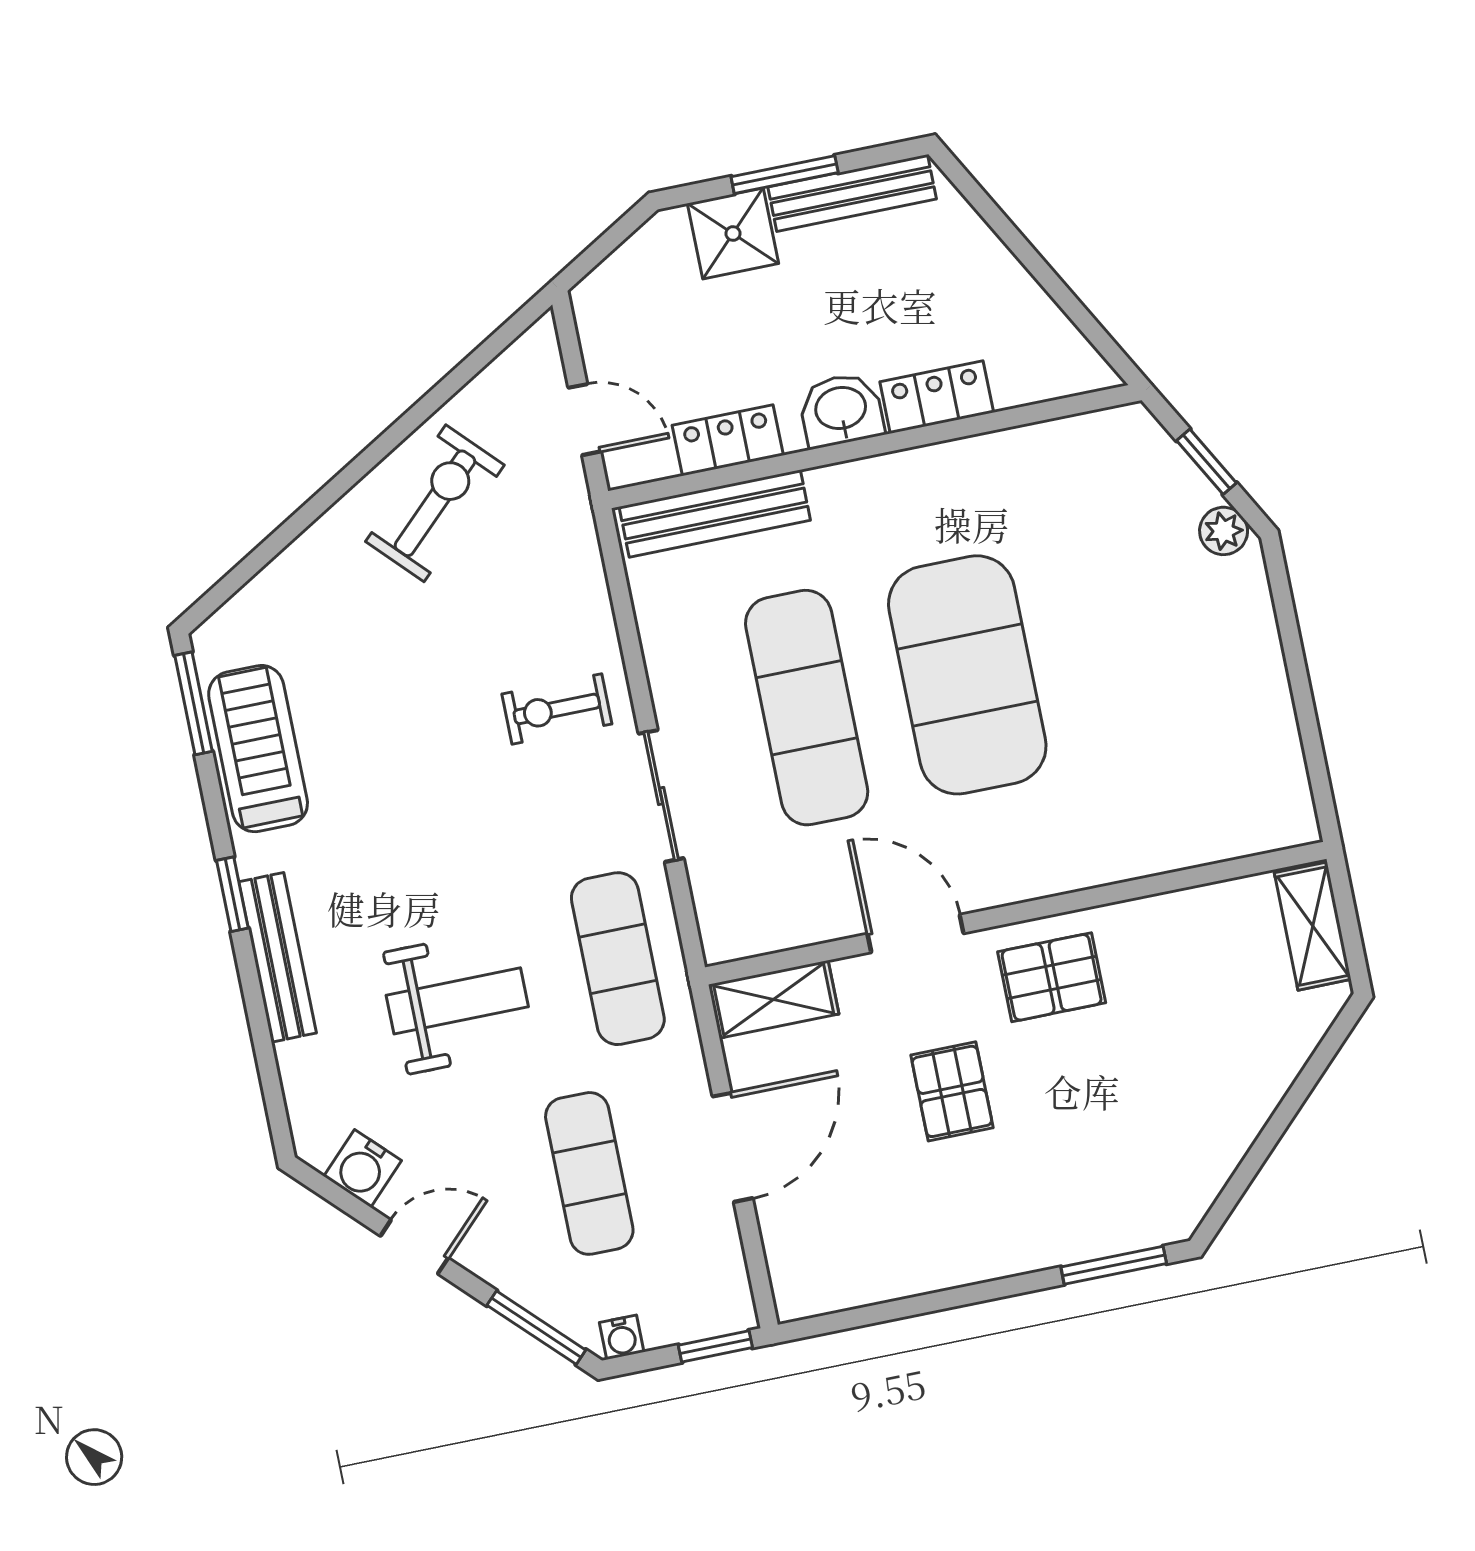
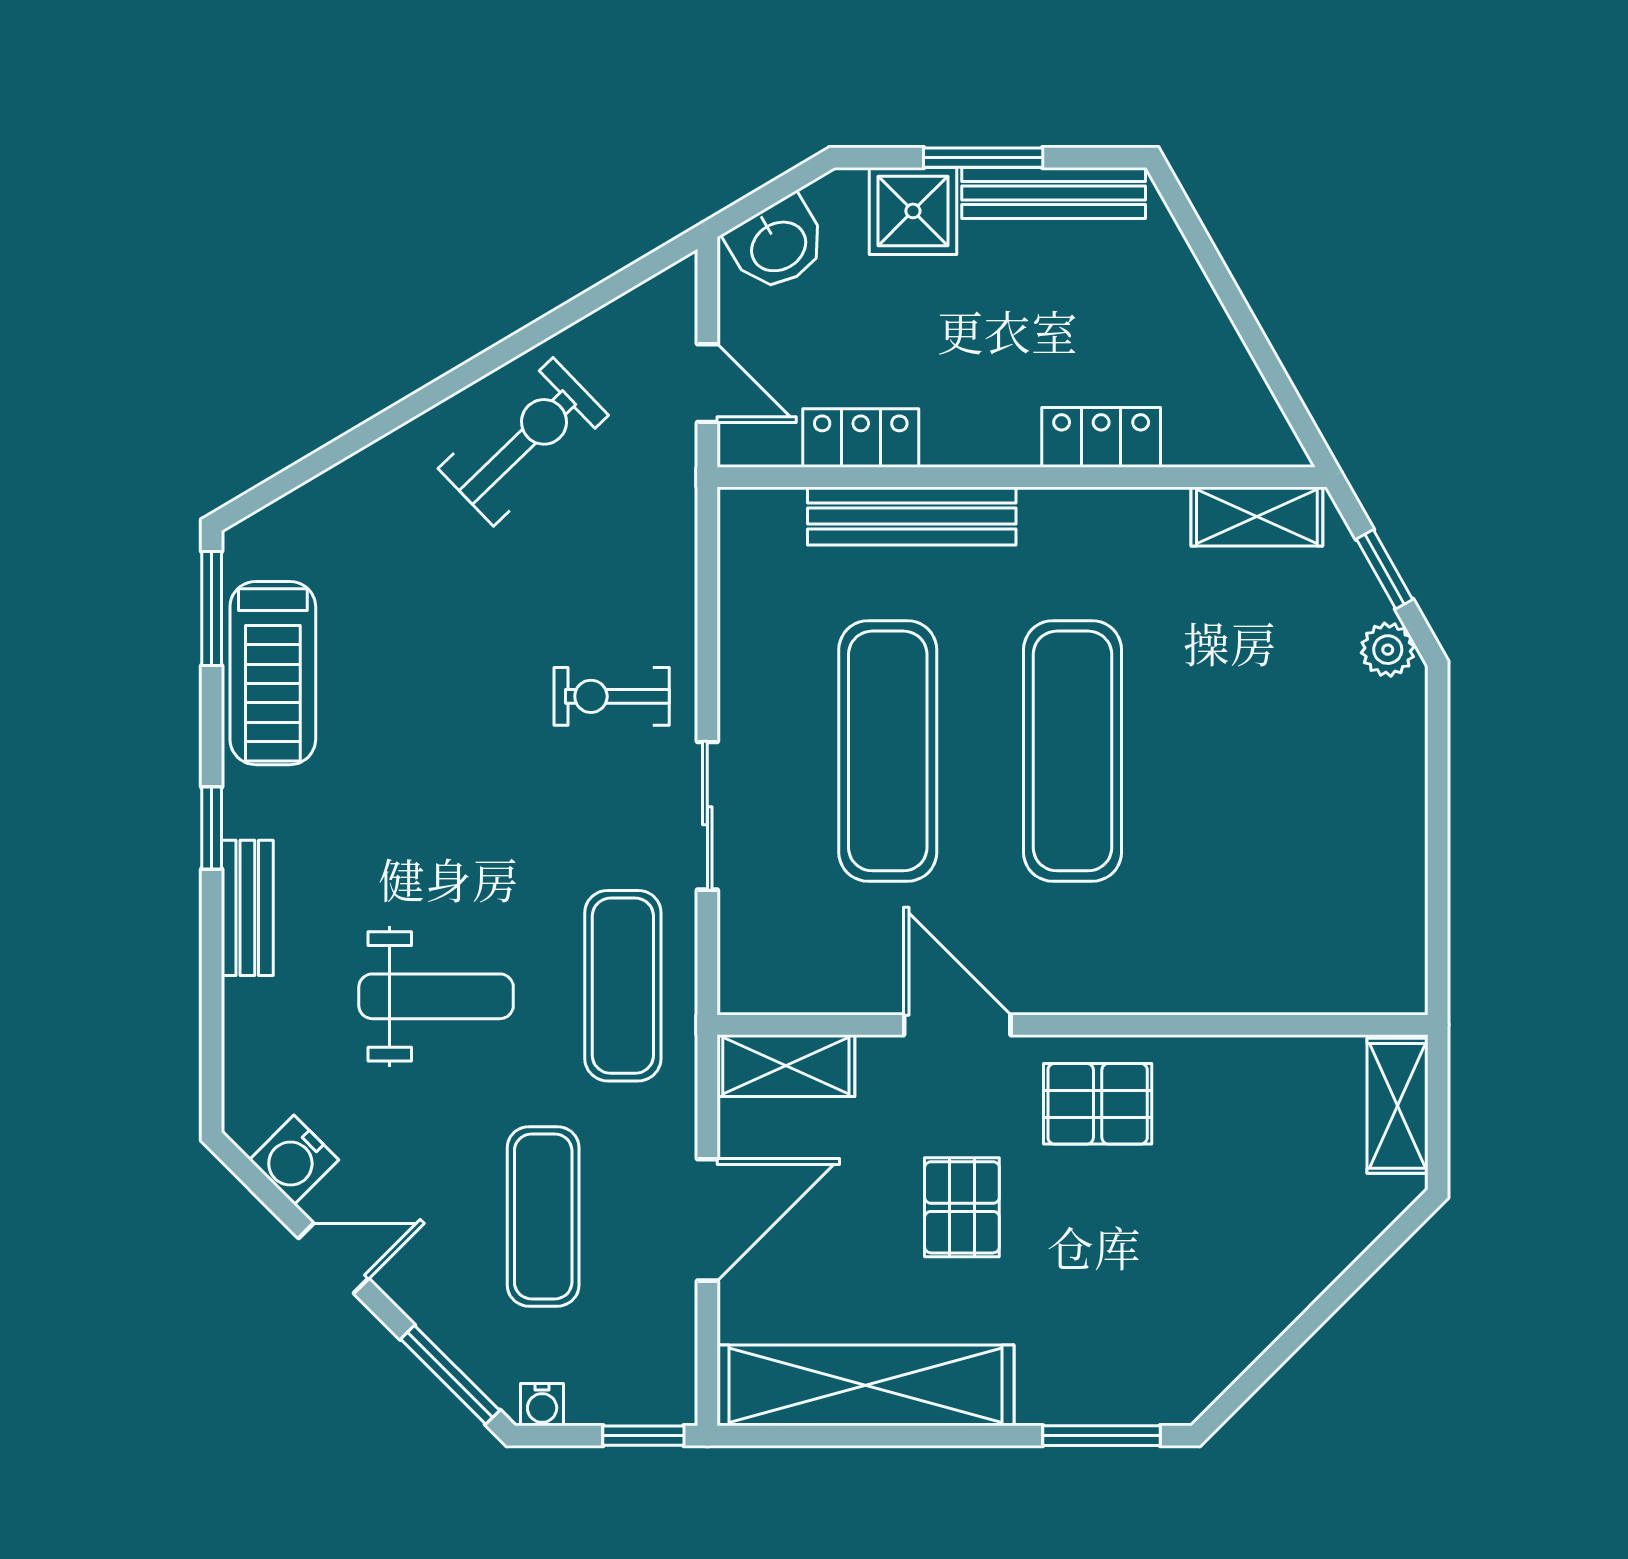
washbasin: (841, 410) -> (778, 245), moved, turned 149
shelving: (1086, 438) -> (1257, 516), added
bench: (715, 513) -> (912, 516), moved
exercise mat: (967, 675) -> (1072, 751), width x0.68
treadmill: (258, 749) -> (273, 673), turned 180
bench: (277, 957) -> (247, 908), width x0.73
shelving: (900, 1263) -> (866, 1385), added

